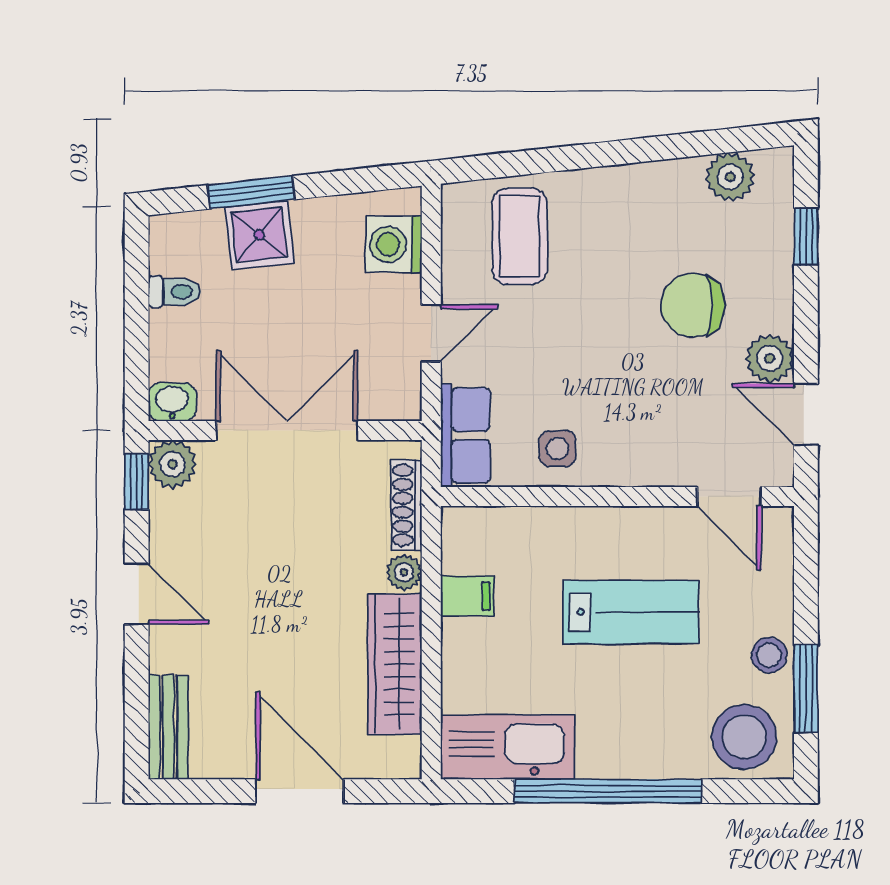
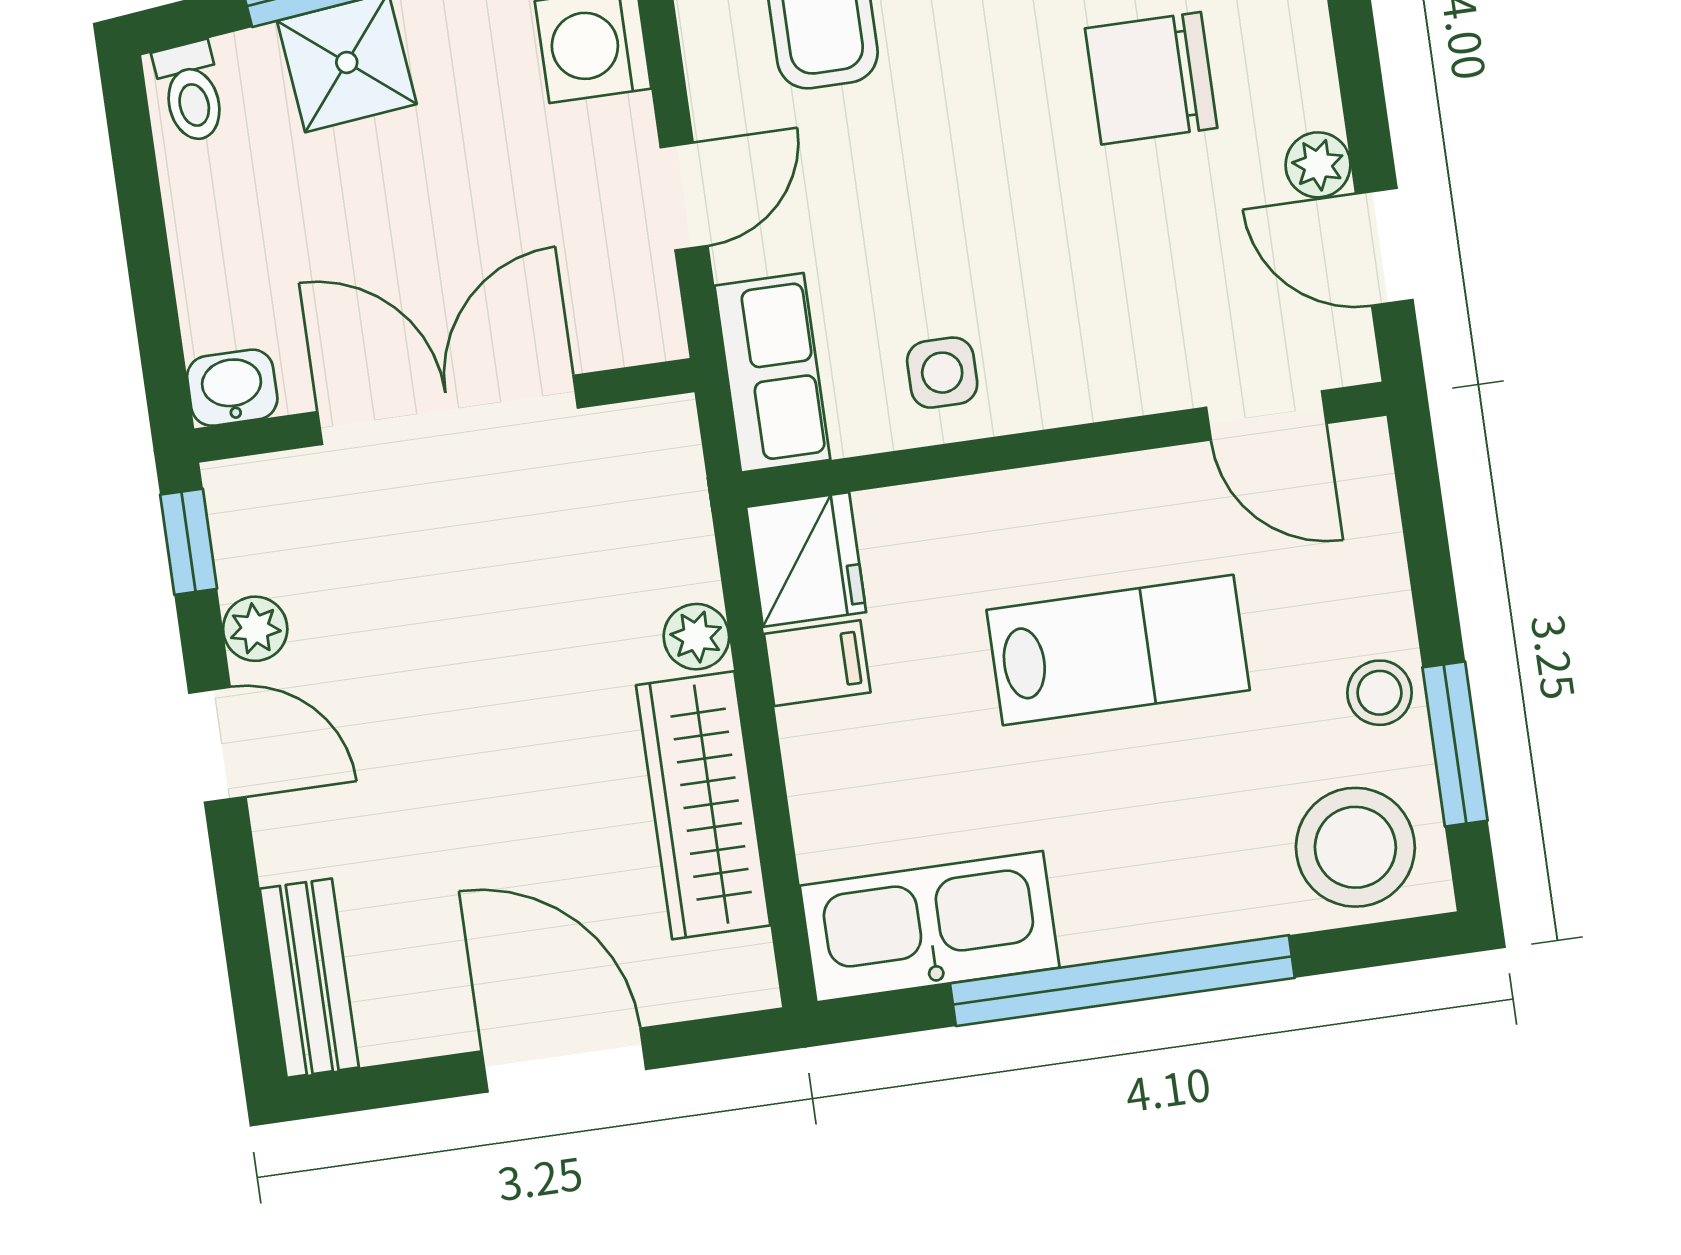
toilet: (175, 292) -> (191, 92), moved, turned 84
plant: (770, 358) -> (1318, 165), width x0.73, depth x0.73
plant: (173, 464) -> (255, 629), moved, width x0.73, depth x0.73
shoe rack: (406, 505) -> (683, 514), removed
fridge: (469, 539) -> (806, 560), added

